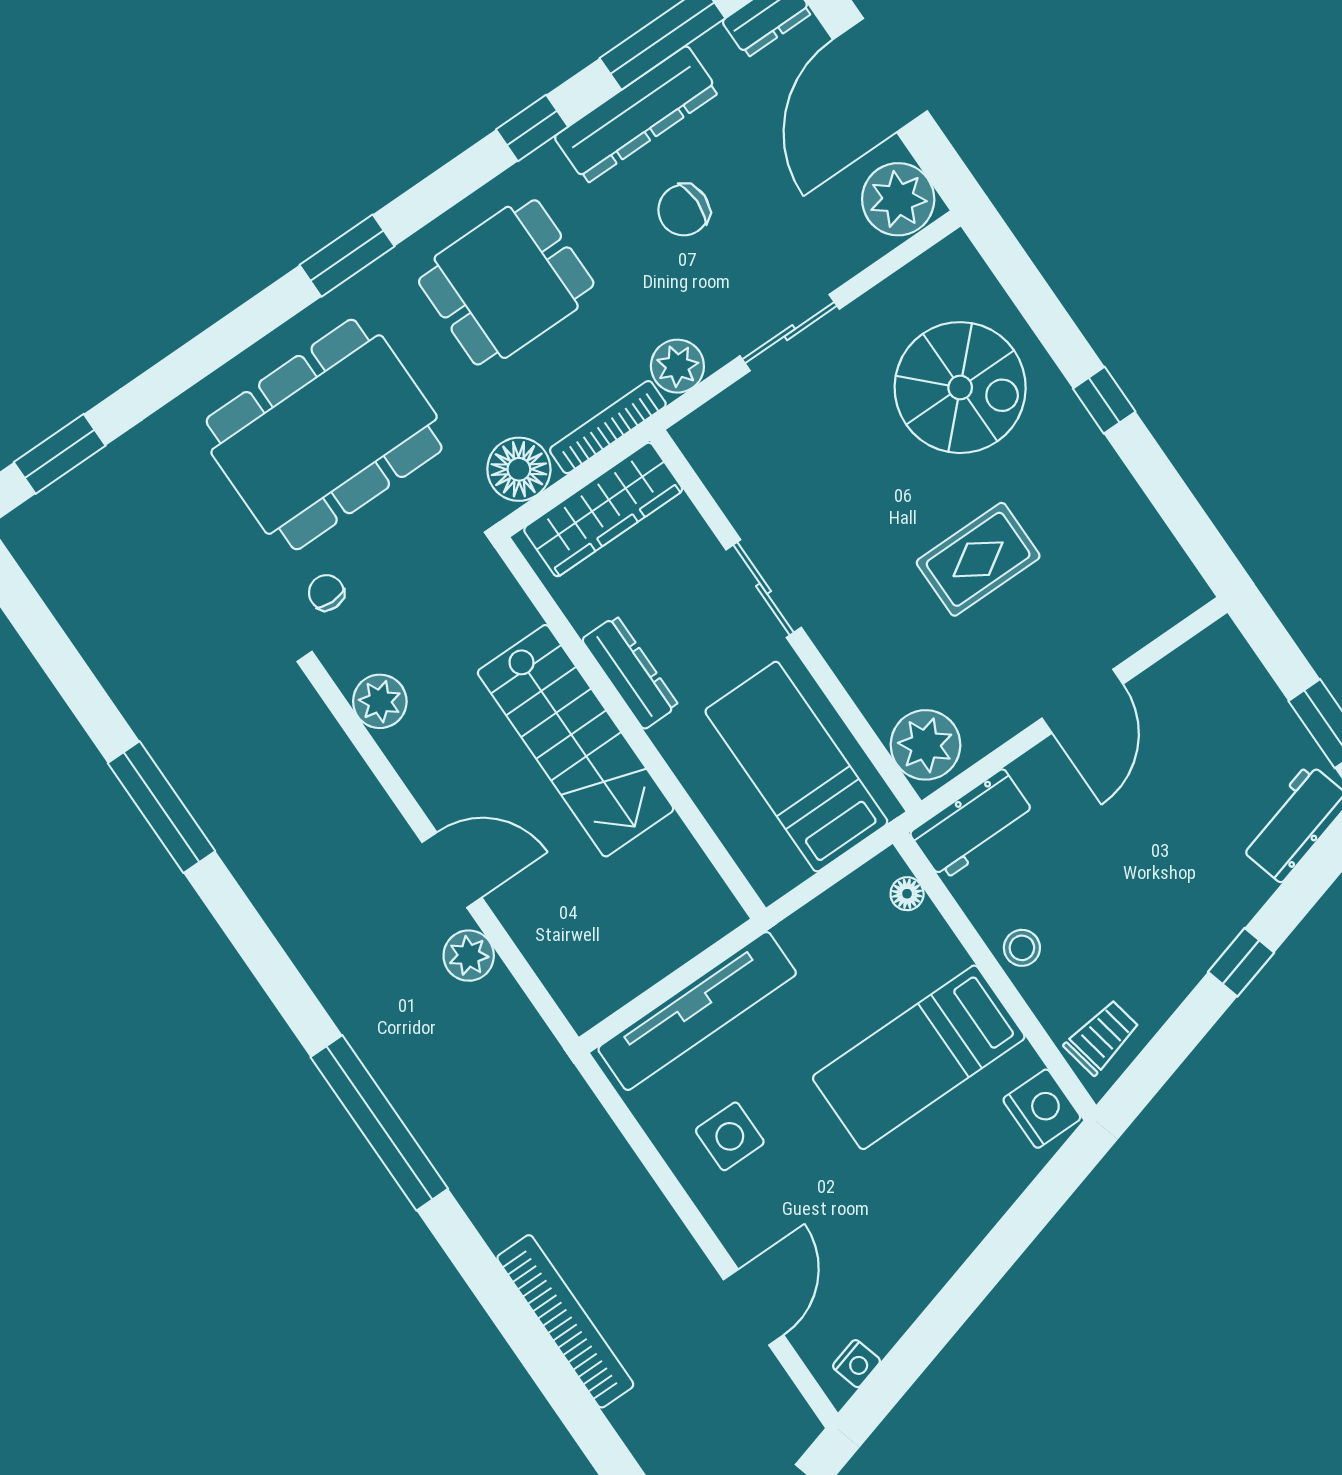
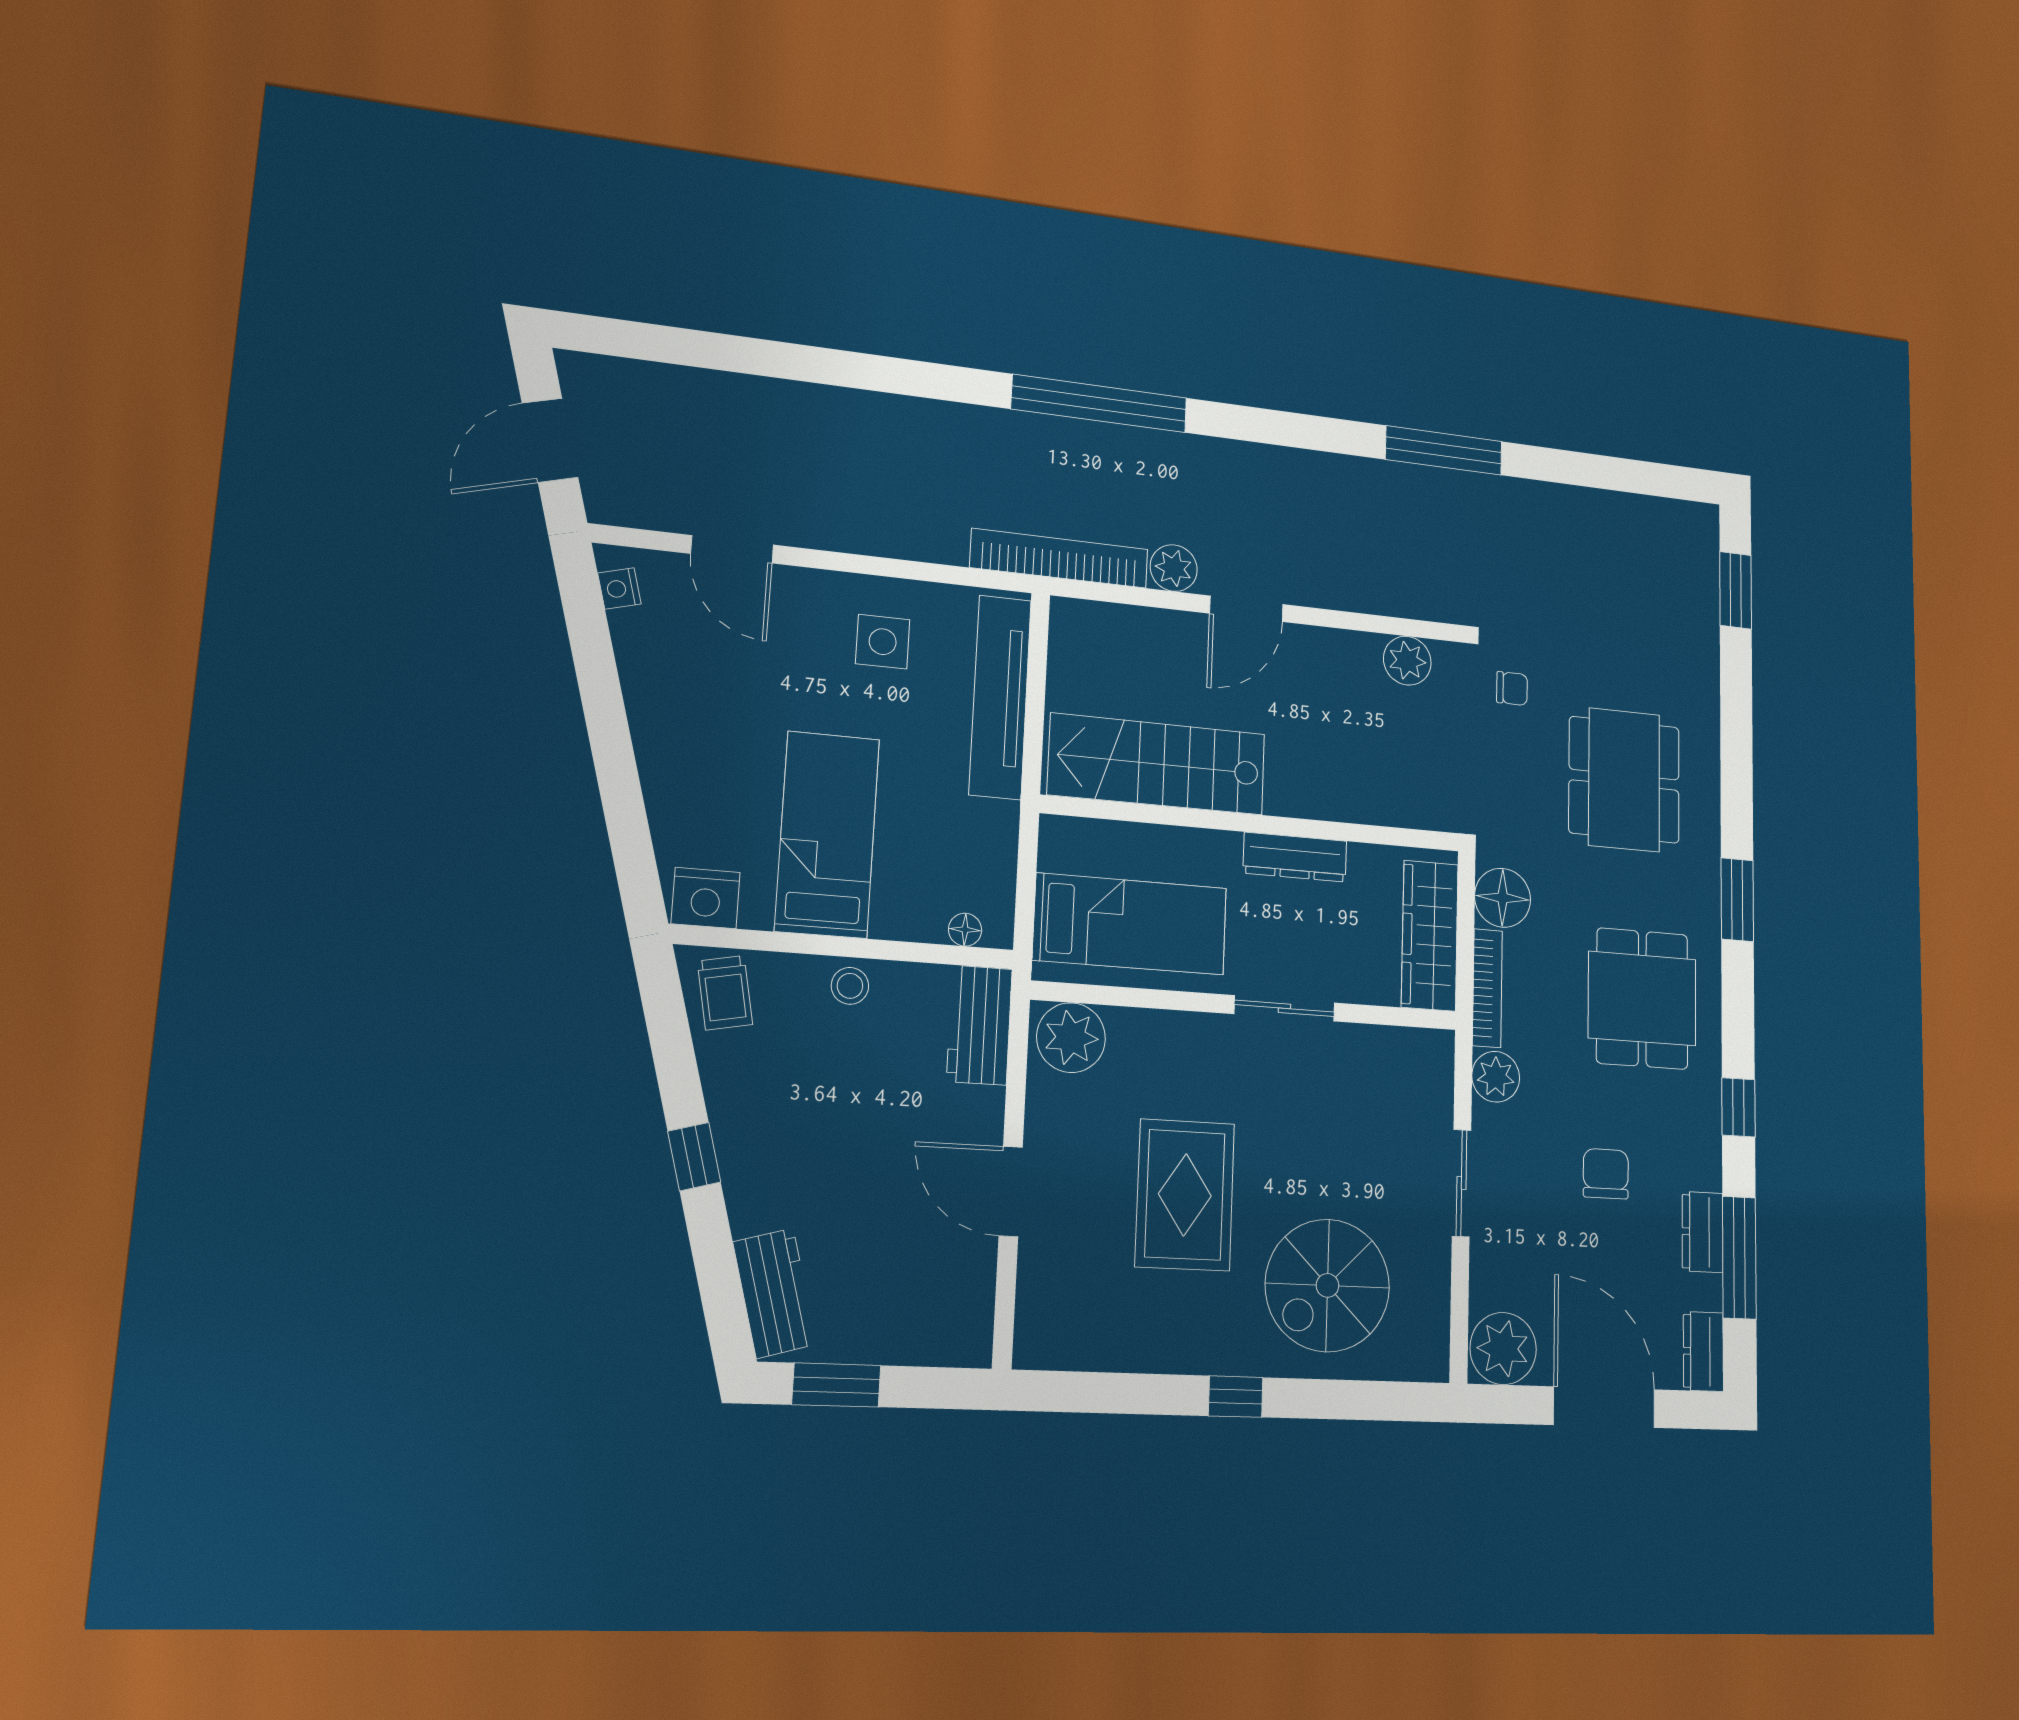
dresser: (637, 115) -> (1702, 1232), width x0.51, depth x0.80
dining table: (324, 435) -> (1624, 780), width x0.73, depth x0.80
rug: (978, 559) -> (1185, 1195), width x1.36, depth x1.43
stairs: (576, 741) -> (1157, 764), moved
bookcase: (565, 1321) -> (1059, 558), moved, turned 180

